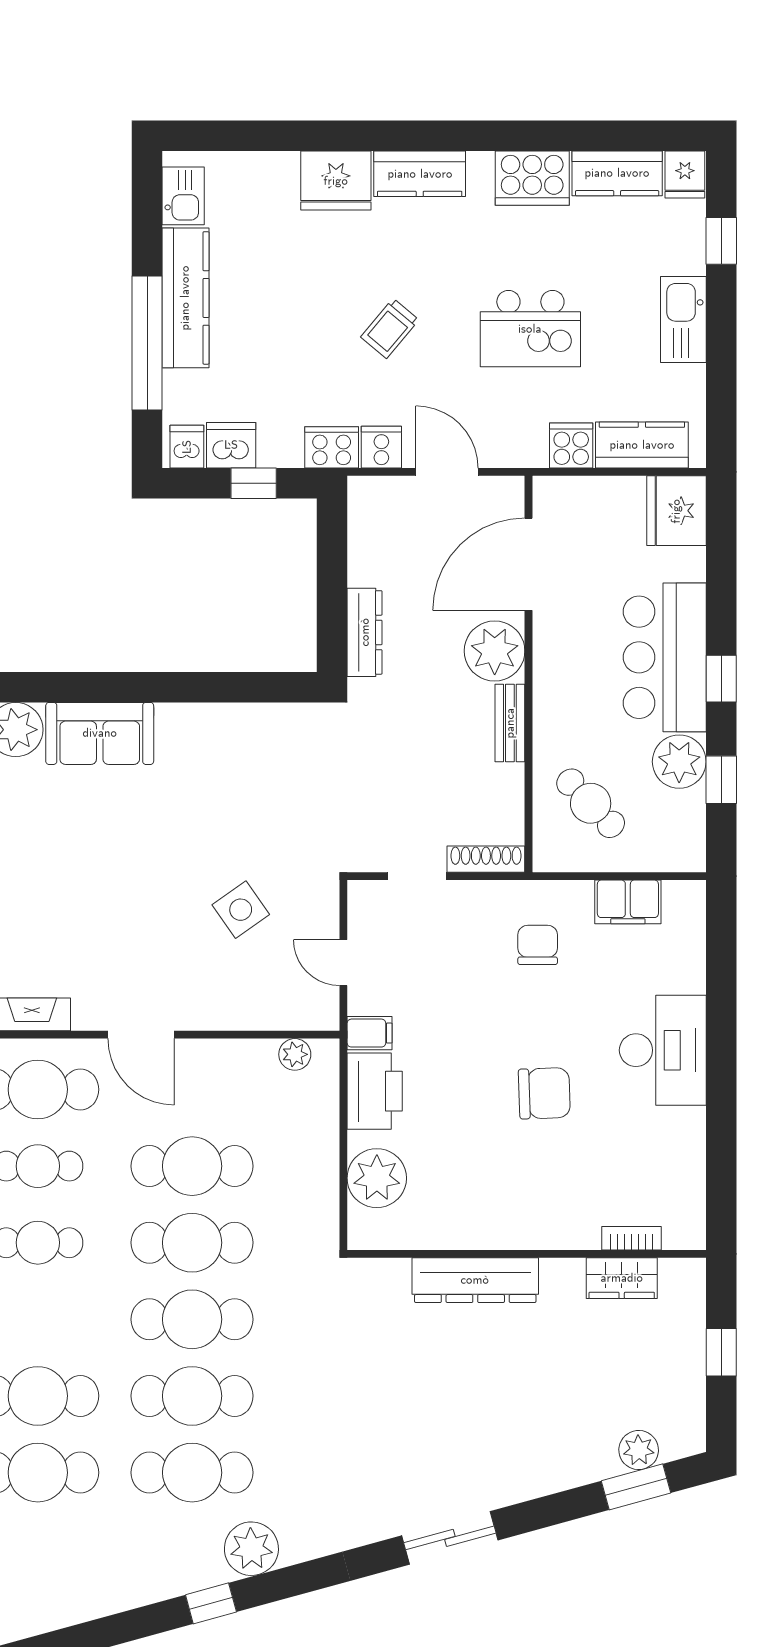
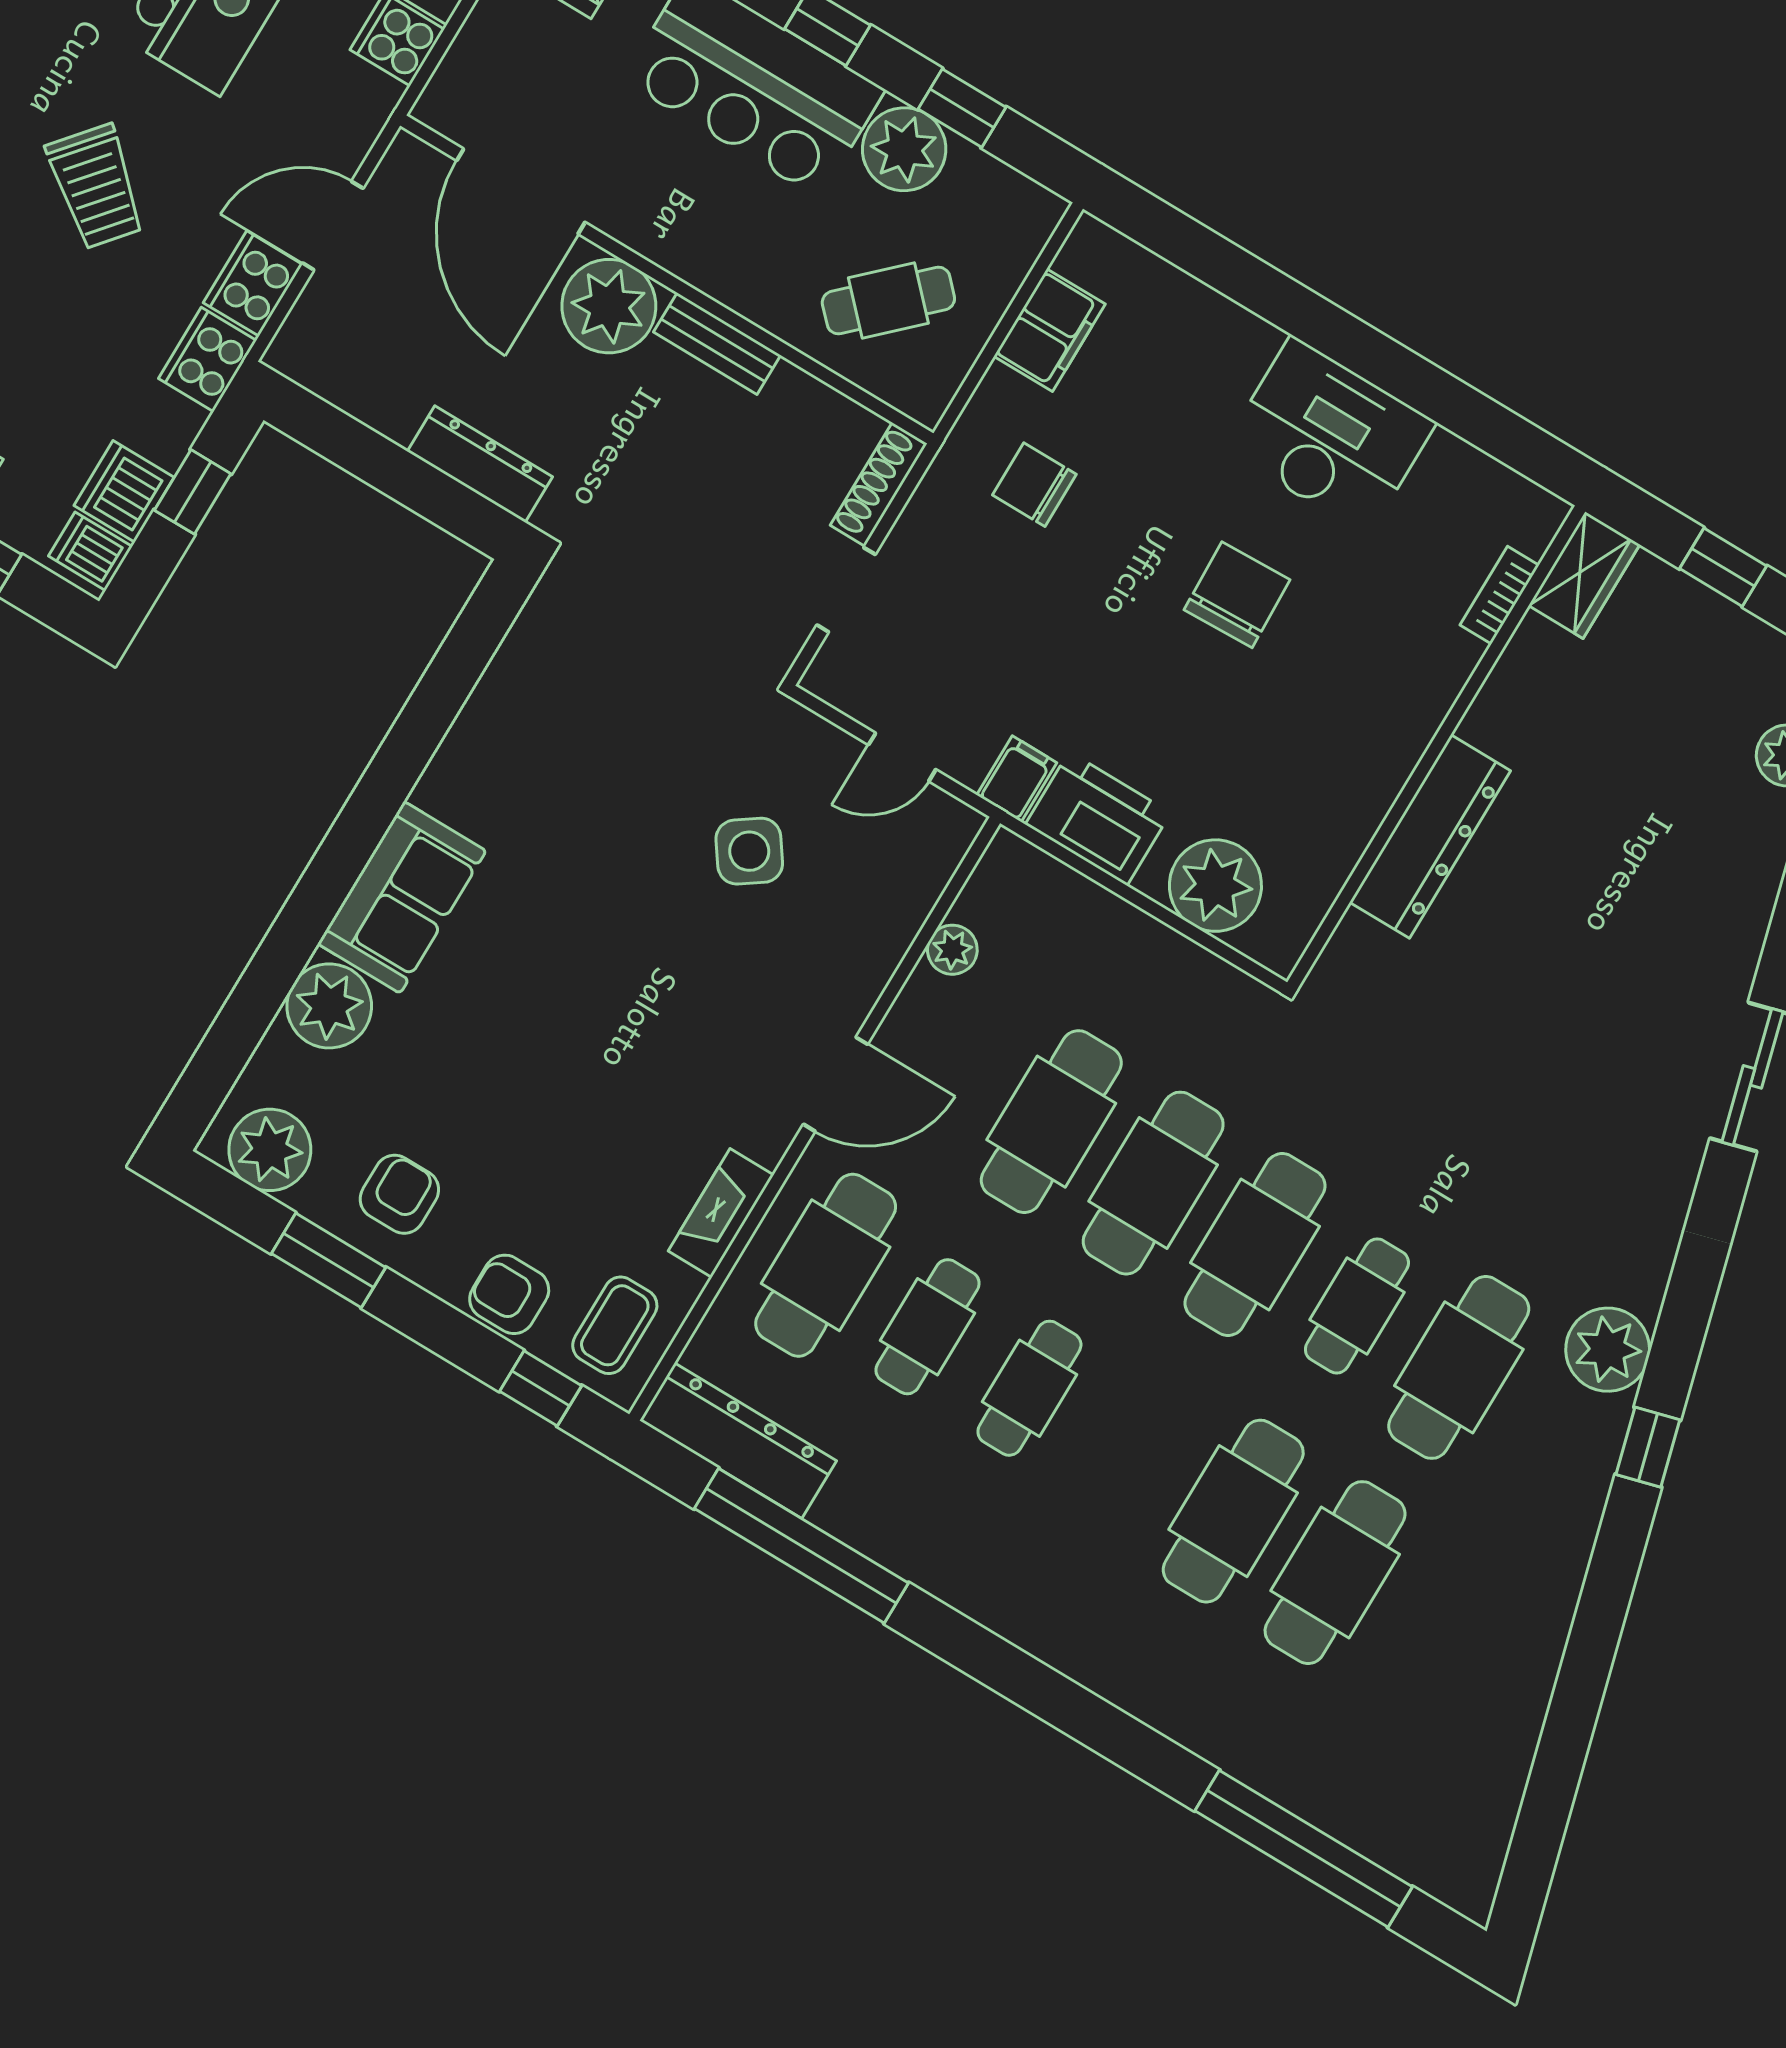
trolley: (390, 328) -> (96, 187), width x1.36, depth x1.39
cooker: (381, 447) -> (253, 284), width x1.36
desk: (663, 1050) -> (1329, 436), moved
plant: (295, 1054) -> (952, 950), moved
wardrobe: (622, 1278) -> (1584, 575), moved
cafe table: (192, 1396) -> (1357, 1306), width x0.73, depth x0.74

